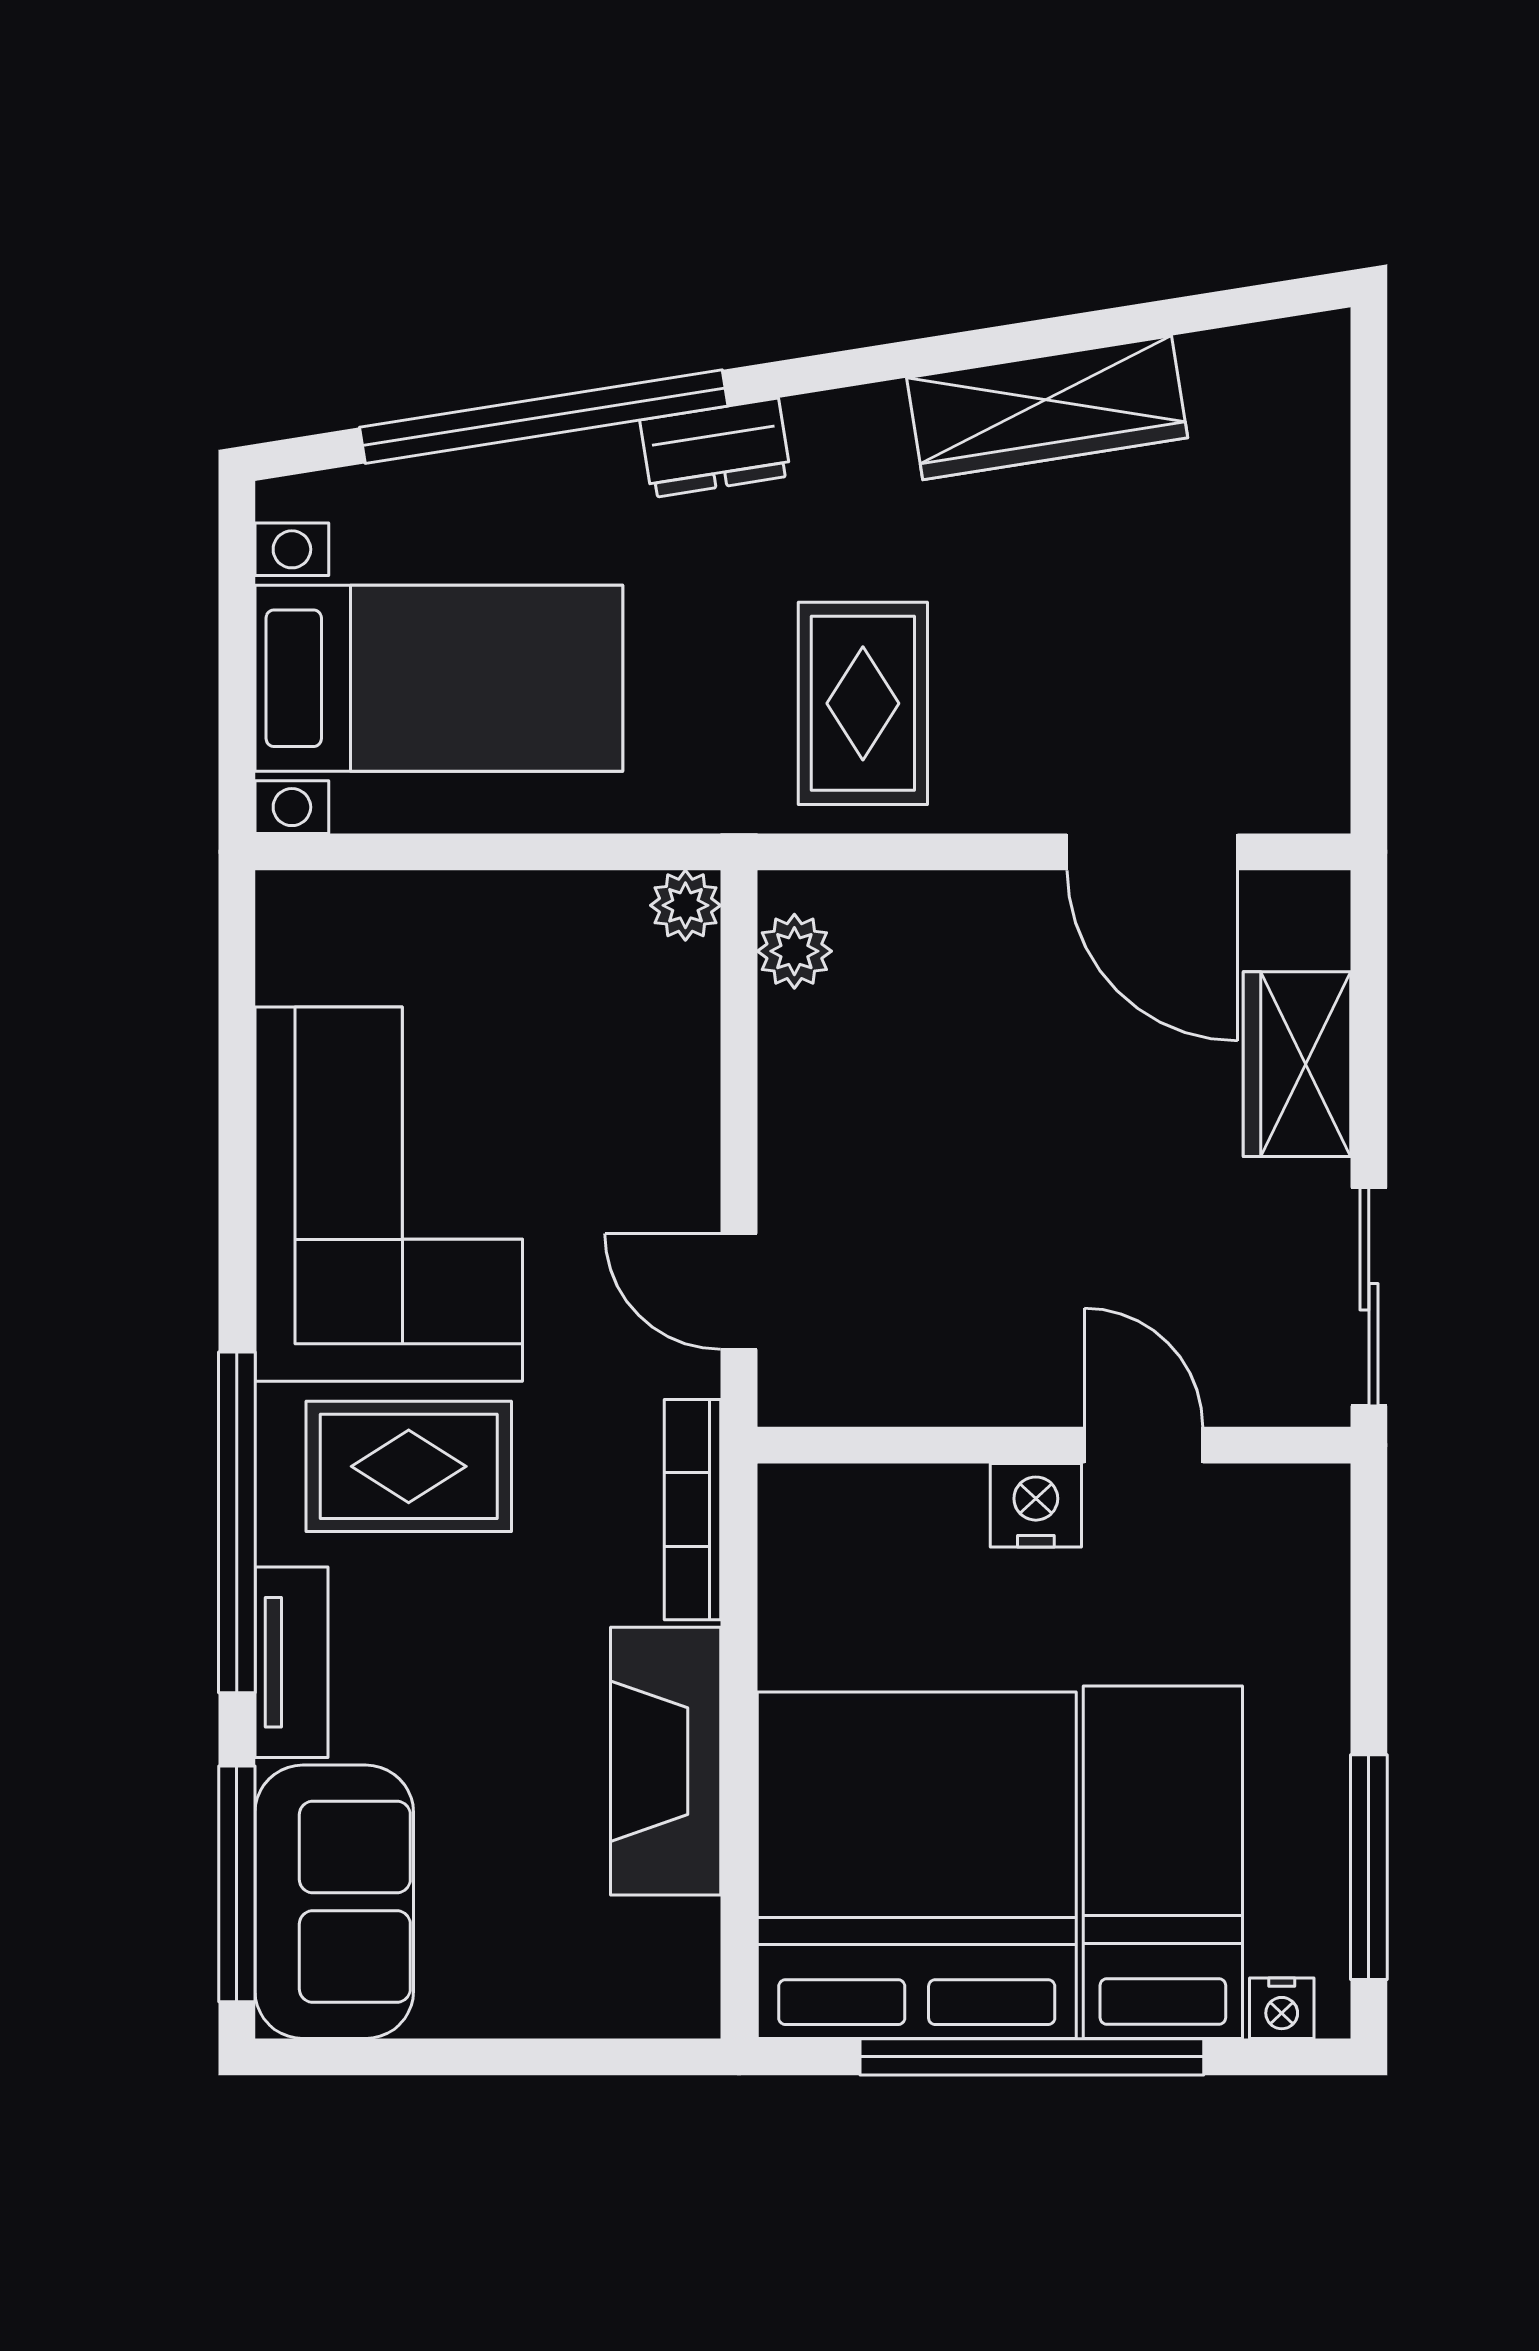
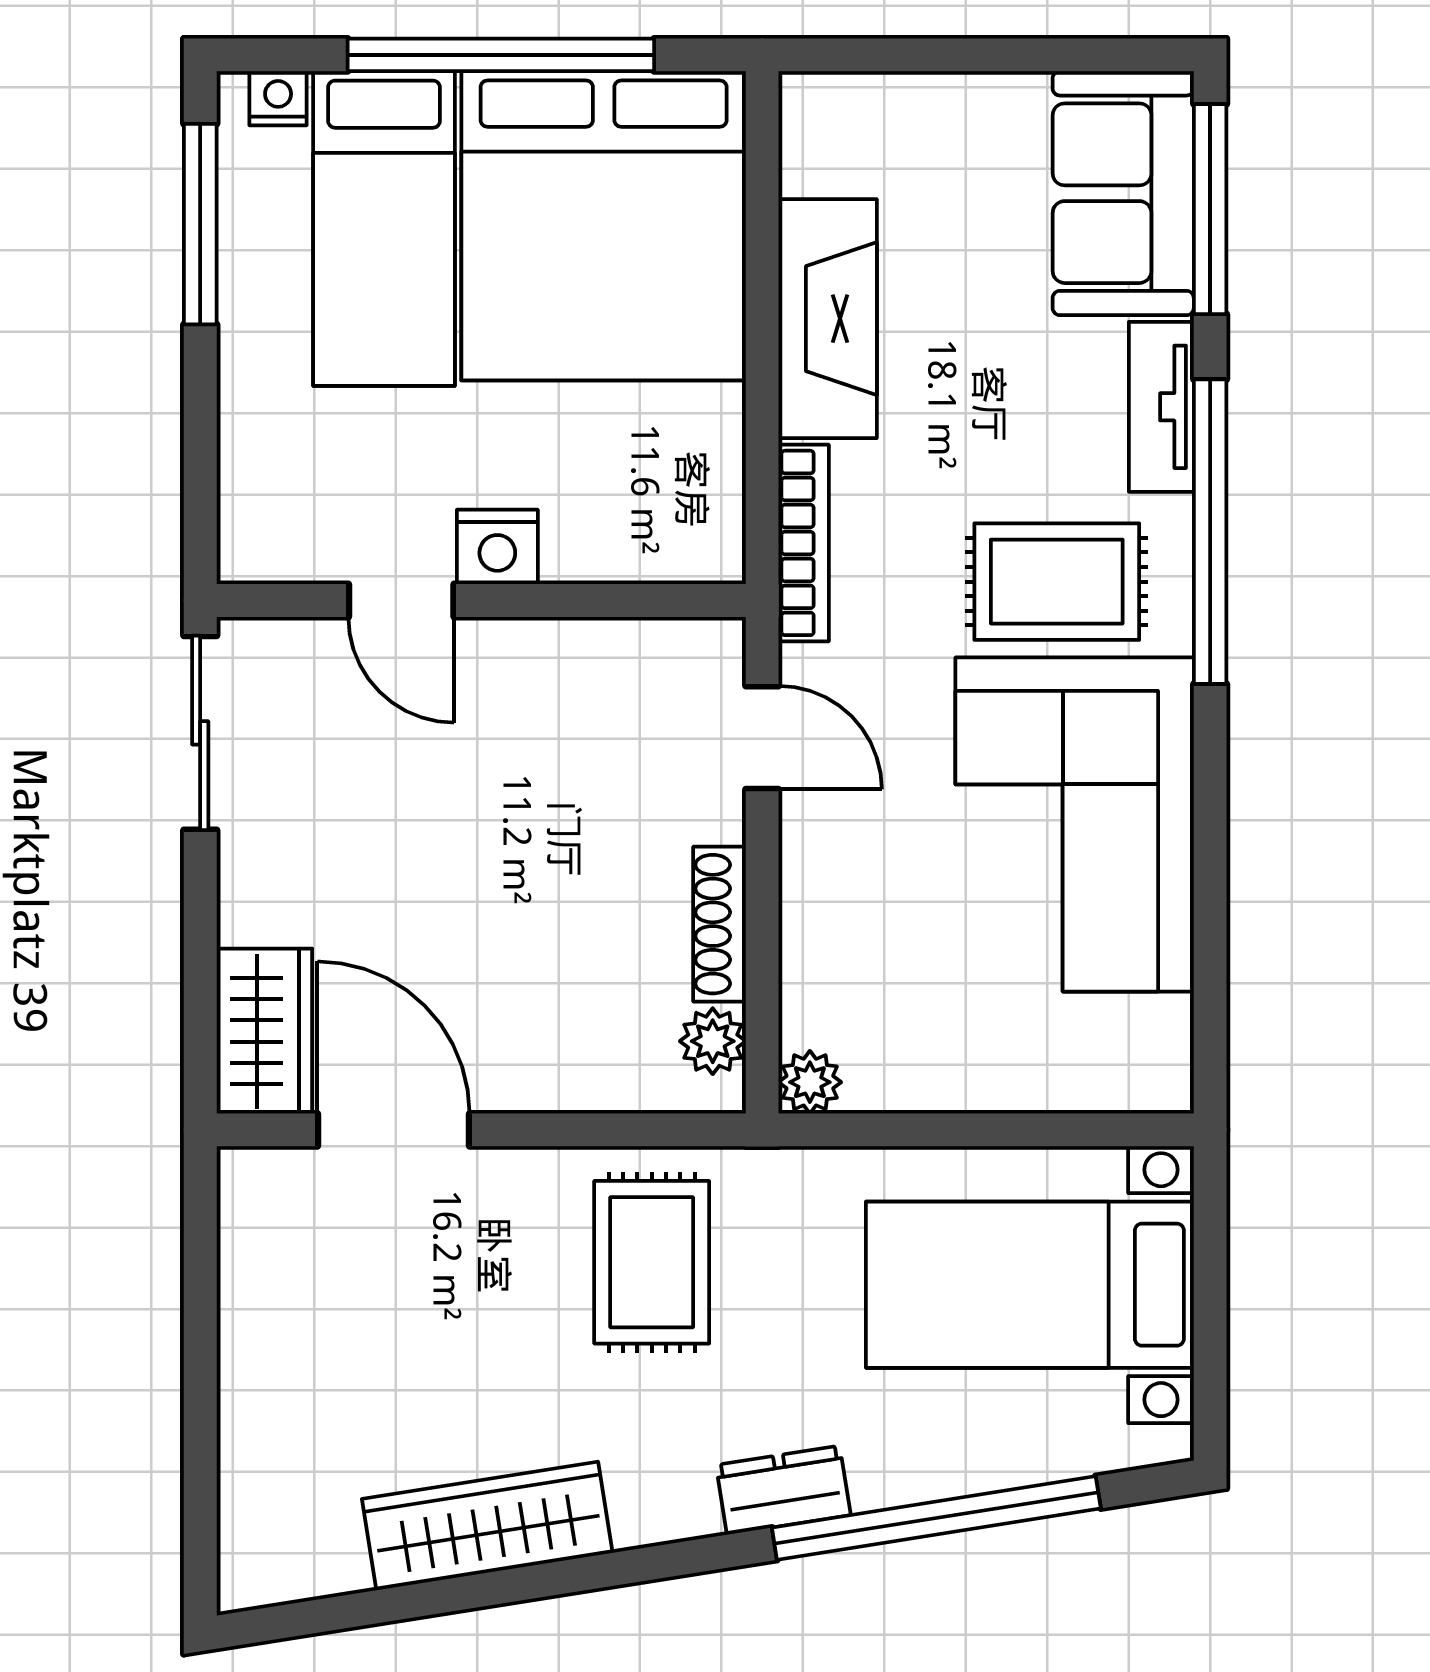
wardrobe: (1297, 1064) -> (264, 1031), moved
shoe rack: (787, 1082) -> (720, 924), added

